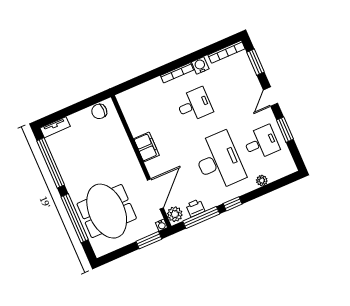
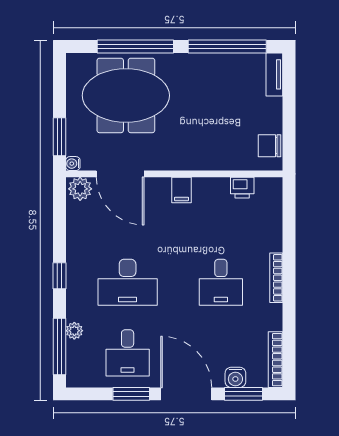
water cooler: (200, 65) -> (235, 377), moved, turned 90
door: (271, 97) -> (186, 394), width x1.88
chair: (99, 111) -> (270, 146), turned -90
filing cabinet: (146, 147) -> (181, 190), width x0.50
desk: (219, 161) -> (128, 282), width x0.73, depth x0.77
printer: (195, 208) -> (242, 188), moved, turned 90
window: (201, 217) -> (59, 347), moved

